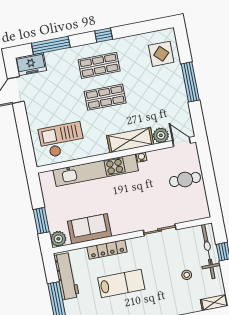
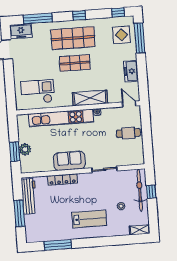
window: (153, 25) -> (118, 12), added
shop shelf: (99, 65) -> (73, 38), width x1.43, depth x1.36
window: (190, 82) -> (140, 38), moved
freezer: (179, 99) -> (131, 71), added
plant: (161, 135) -> (114, 97), removed
sofa: (90, 229) -> (69, 161), moved
plant: (58, 239) -> (25, 149), moved
lab bench: (121, 284) -> (89, 219), moved

